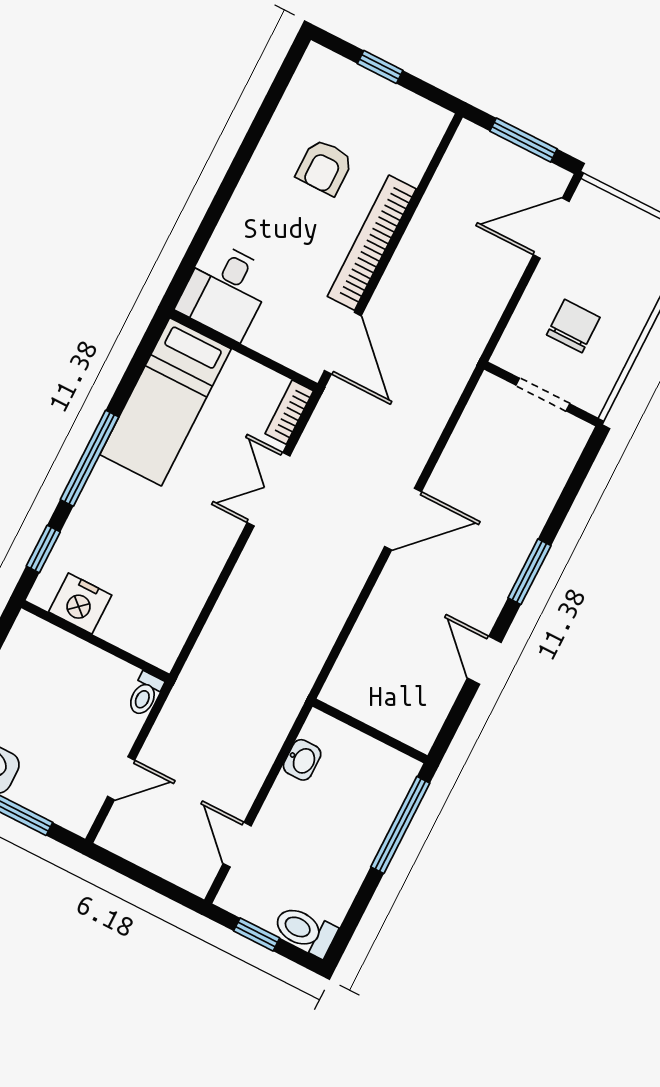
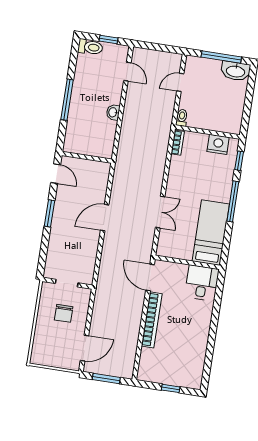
armchair: (325, 167) -> (179, 343), removed
bookcase: (289, 412) -> (178, 143), moved
wall: (370, 731) -> (87, 157), moved

